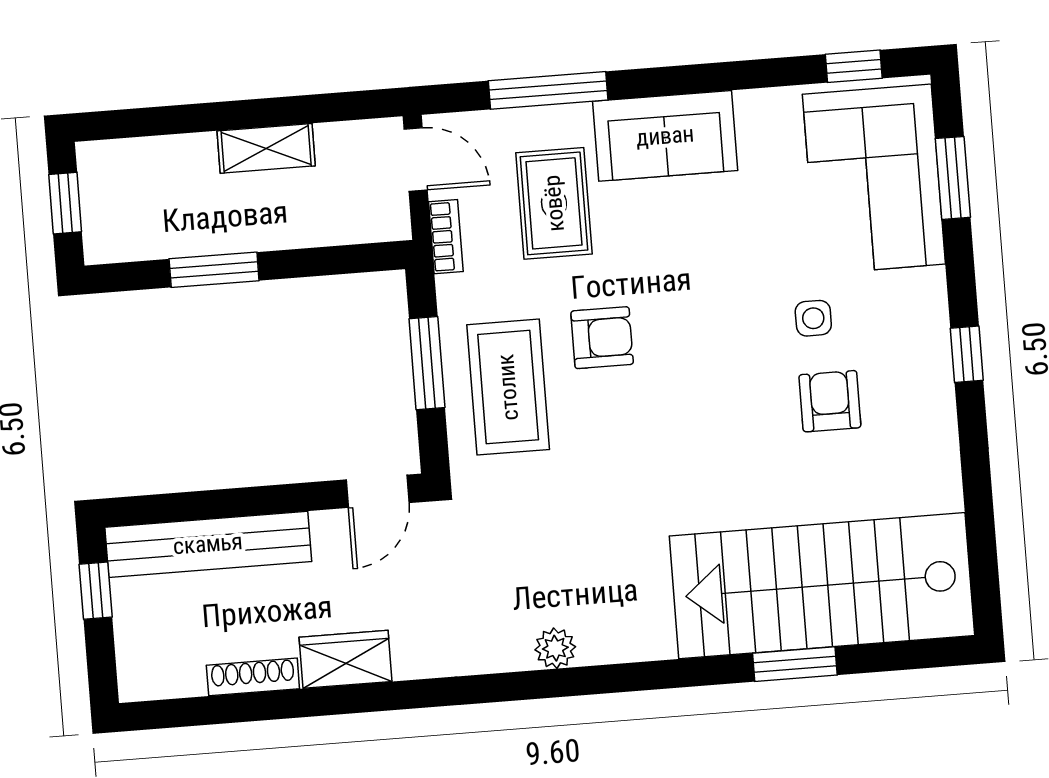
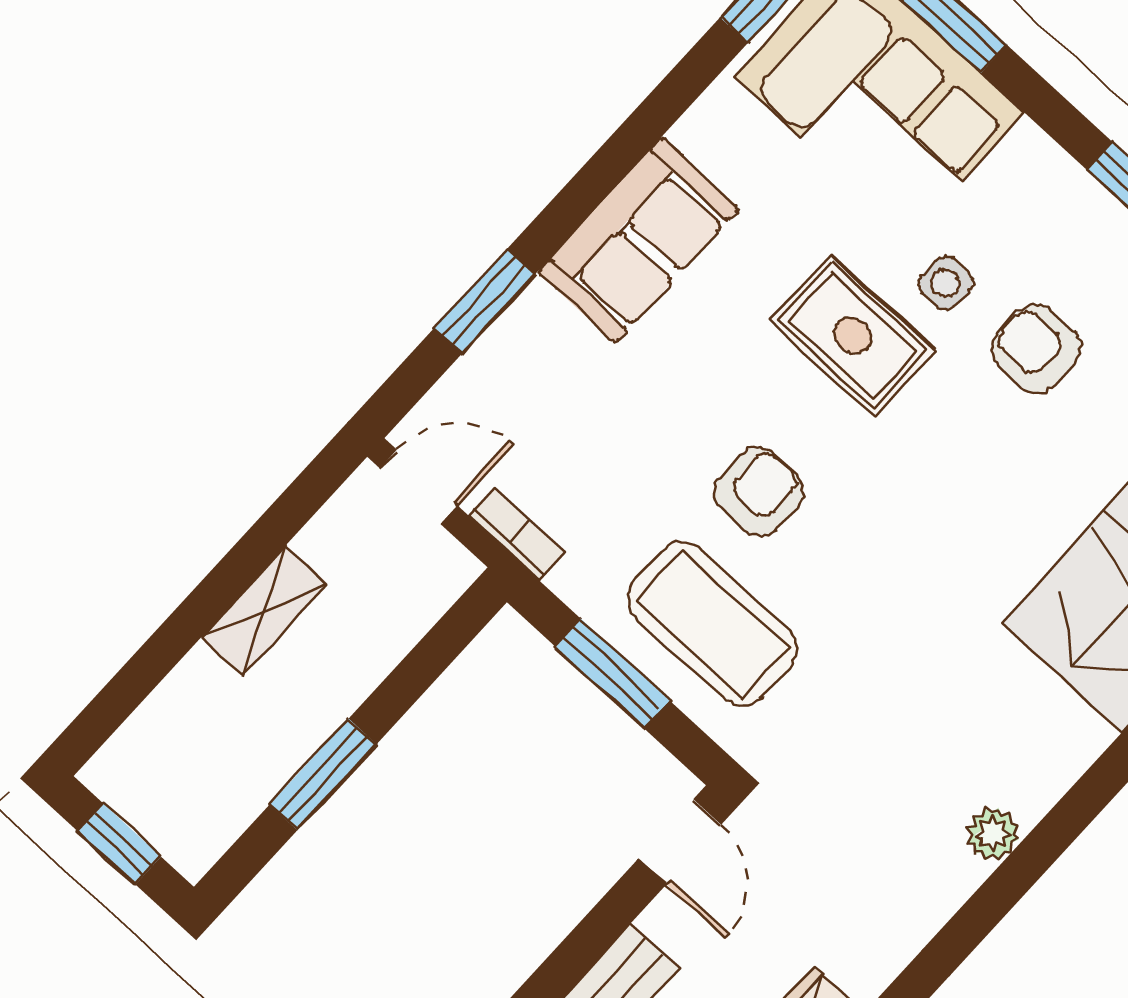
window: (548, 90) -> (485, 301), width x0.69
rug: (554, 203) -> (853, 336), moved

